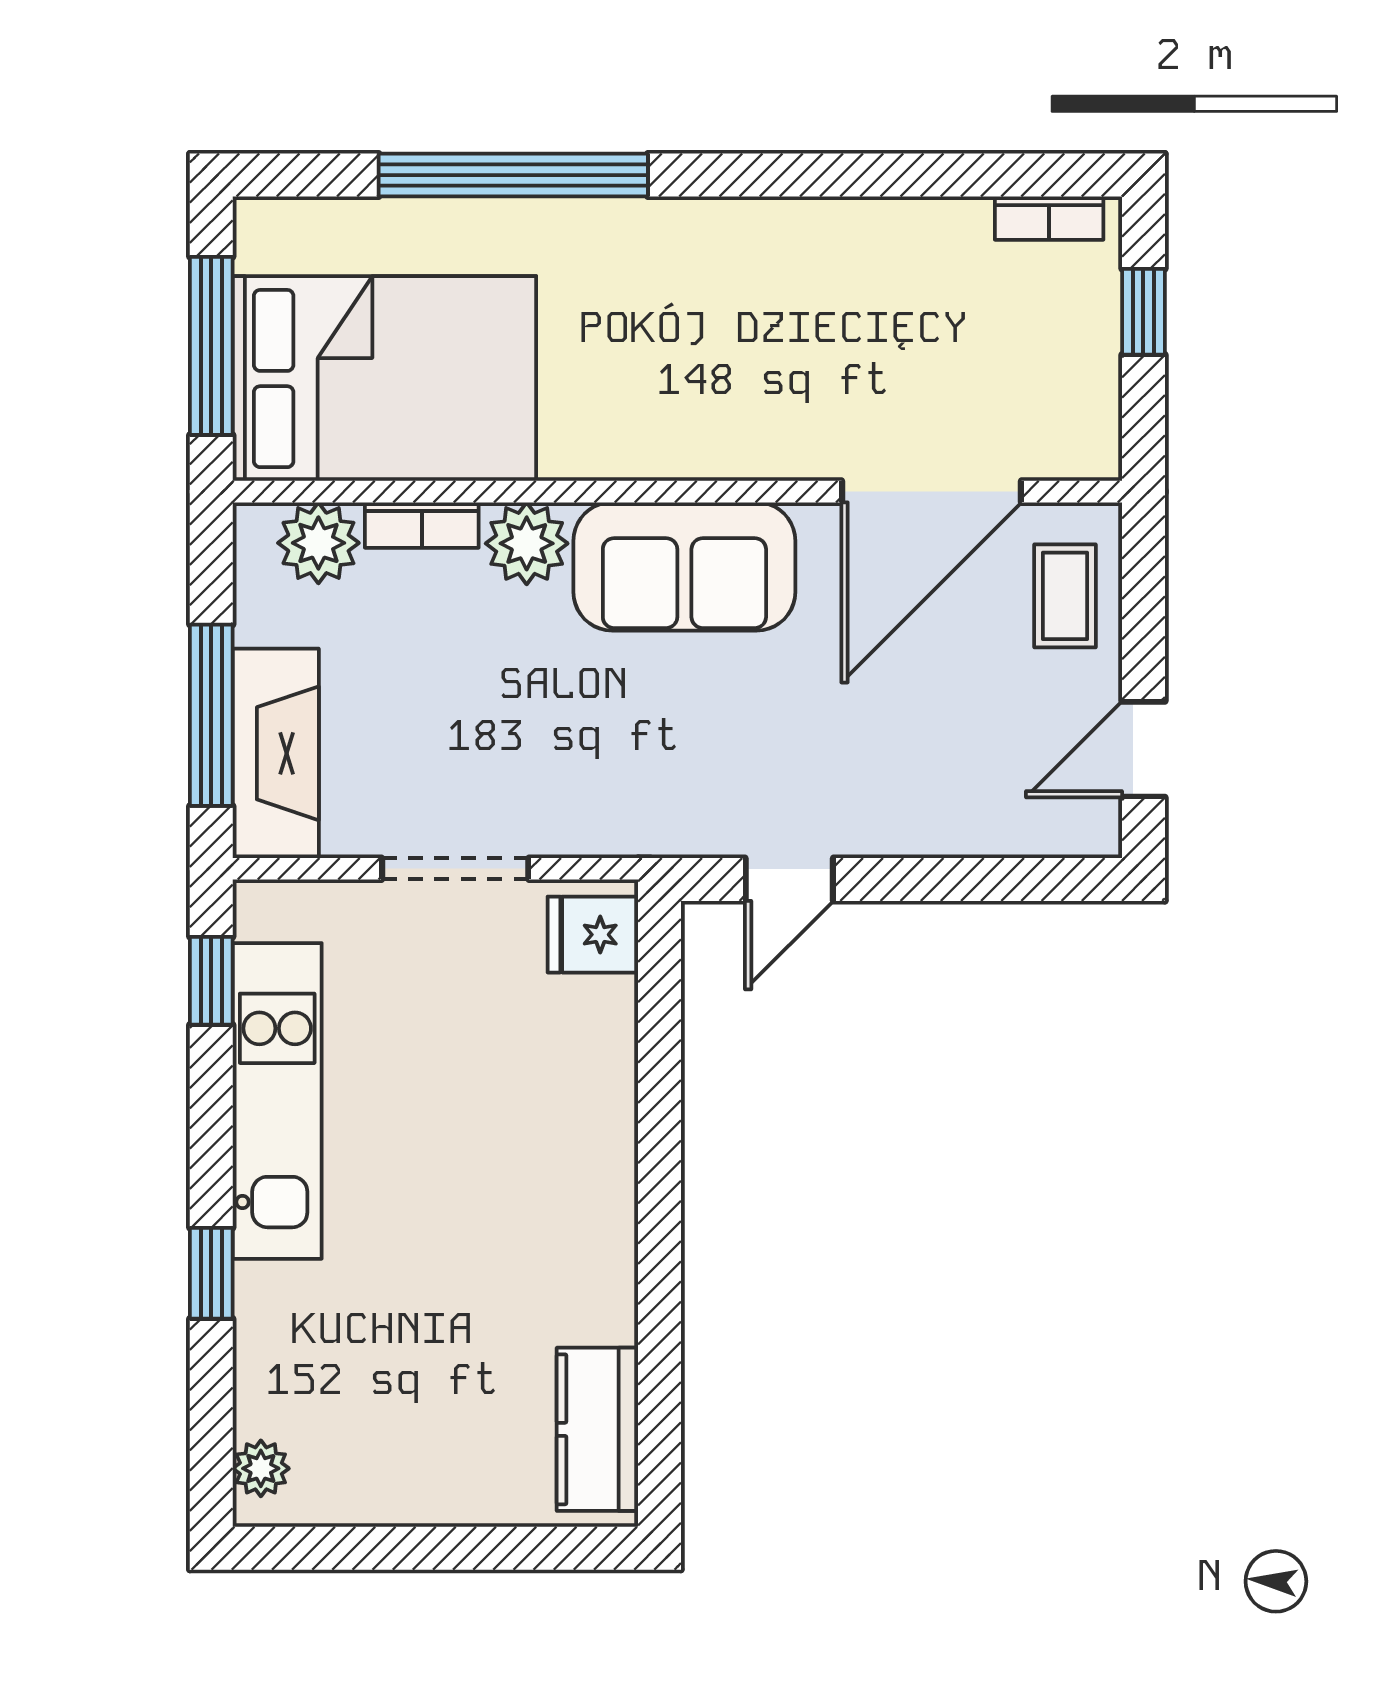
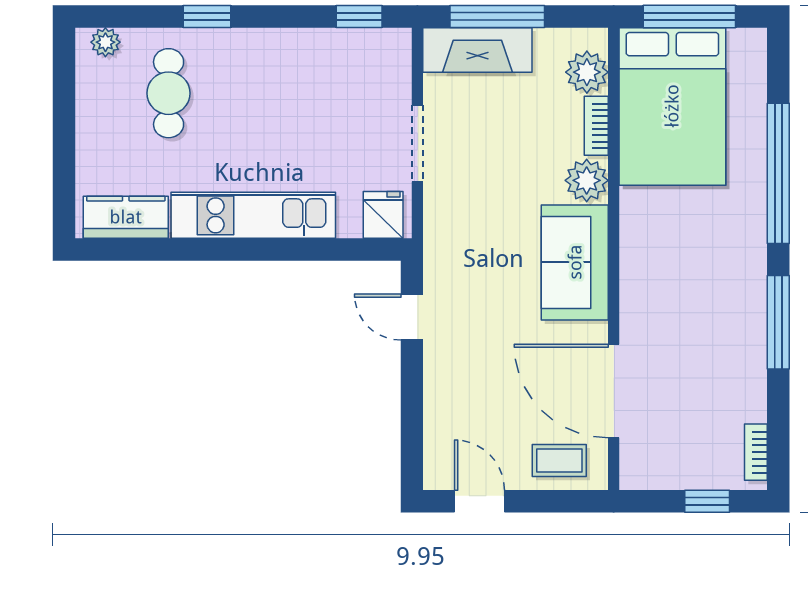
window: (799, 175) -> (778, 322), added
kitchen unit: (277, 1101) -> (253, 215), moved, turned 180
cafe table: (359, 1347) -> (169, 93), added

